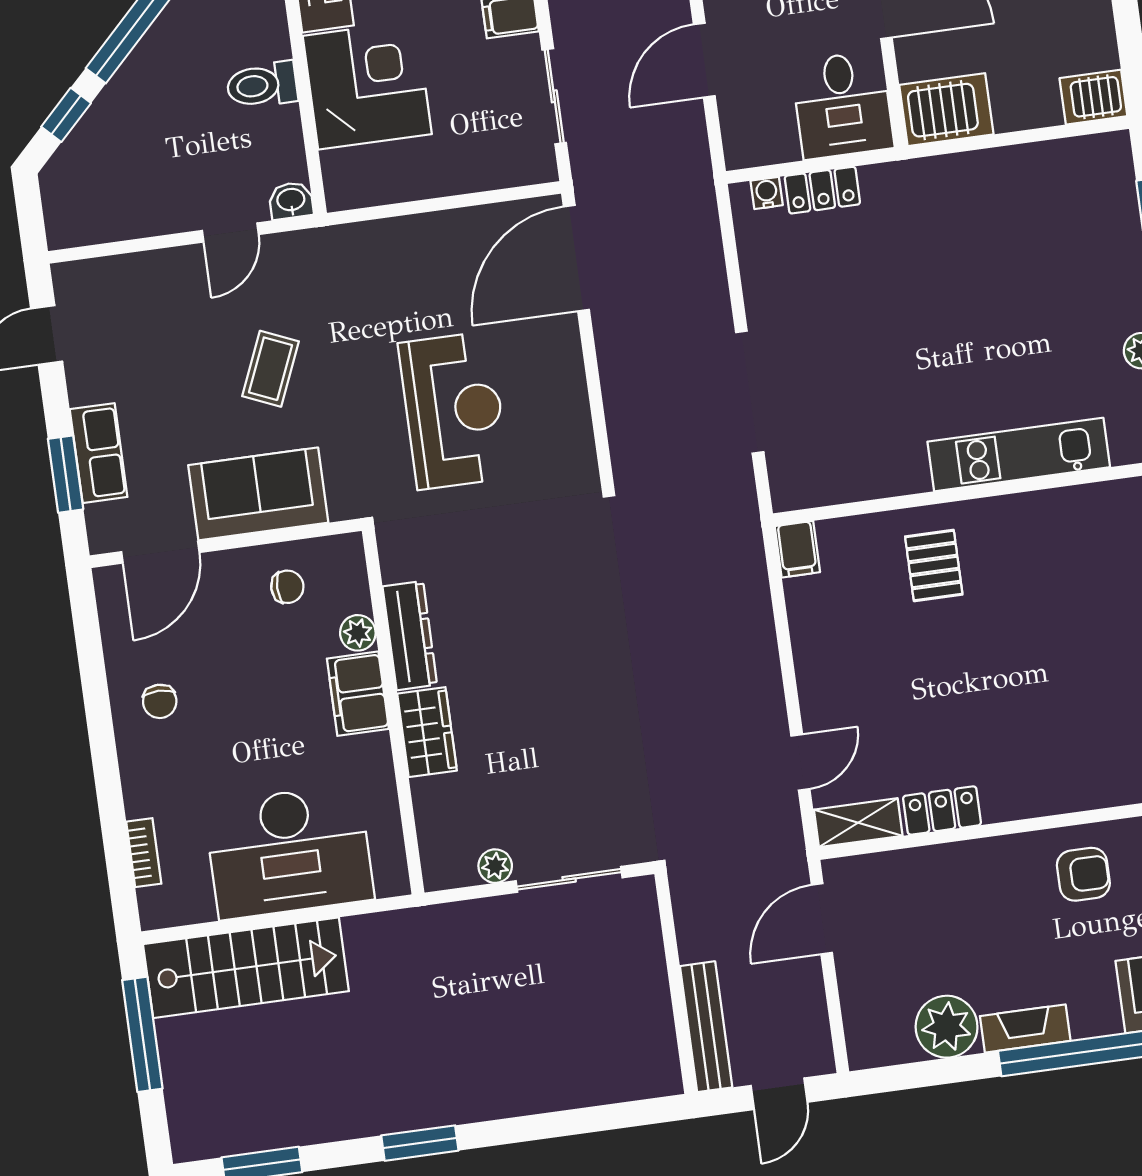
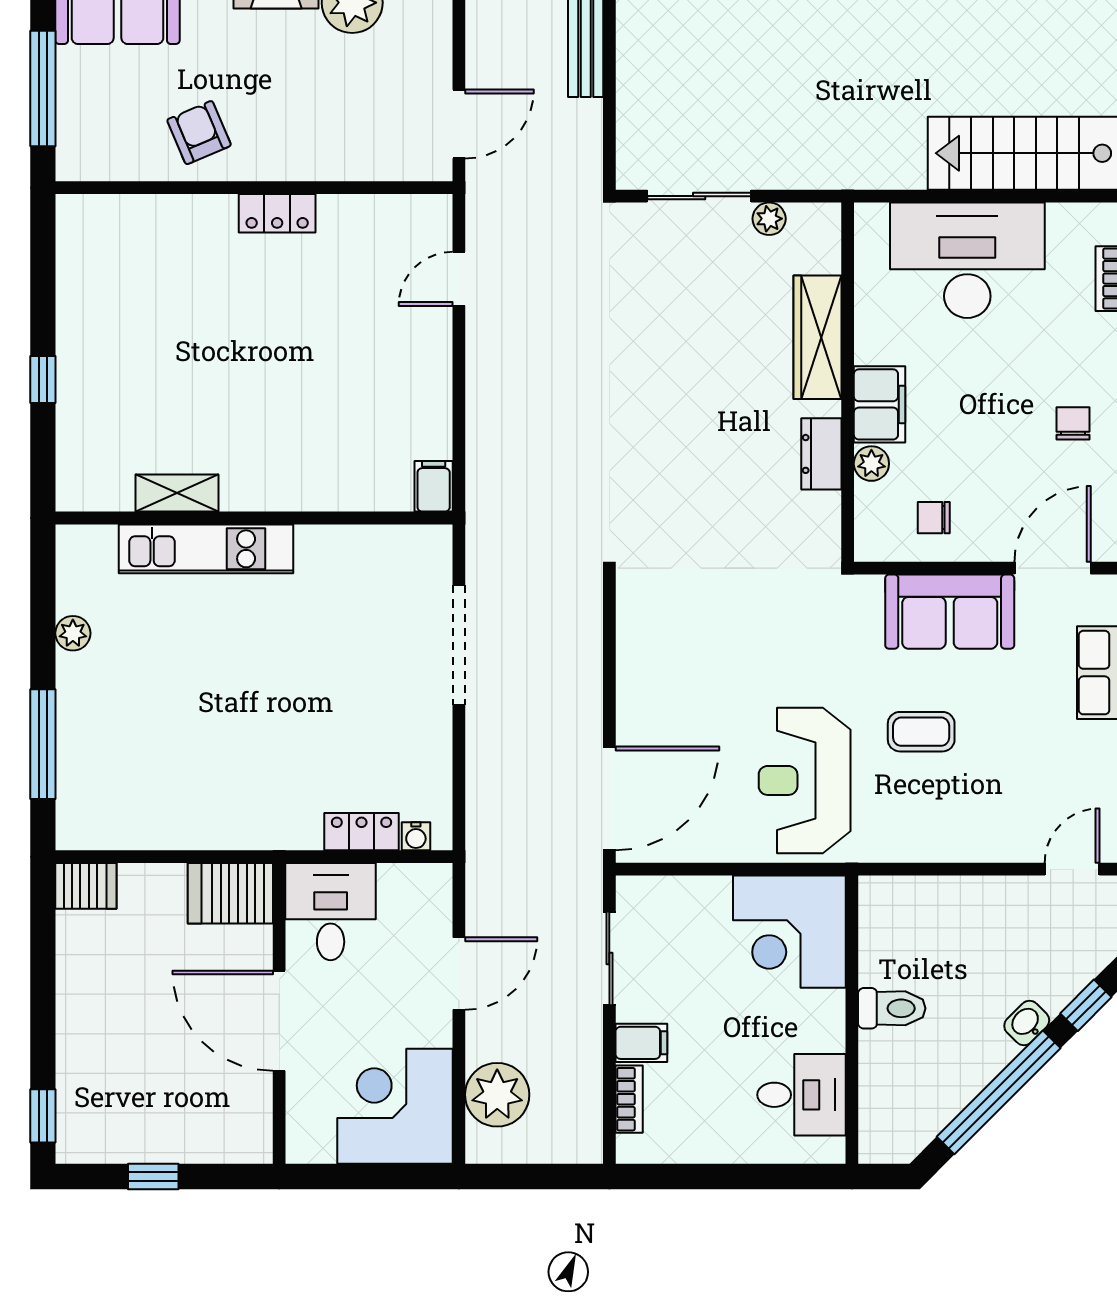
corner desk: (367, 85) -> (789, 932), moved
washbasin: (291, 201) -> (1027, 1023), moved, turned 135
door: (230, 233) -> (1072, 869), moved
coffee table: (270, 369) -> (921, 732), turned 67
reception desk: (454, 410) -> (805, 780), moved
pallet: (934, 565) -> (303, 452), removed
dresser: (410, 636) -> (821, 454), width x0.70
wardrobe: (427, 732) -> (818, 337), width x1.50
locker: (942, 810) -> (277, 213), moved
shelving: (858, 823) -> (177, 493), moved
armchair: (1083, 874) -> (199, 133), turned 67

